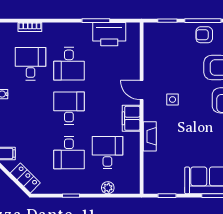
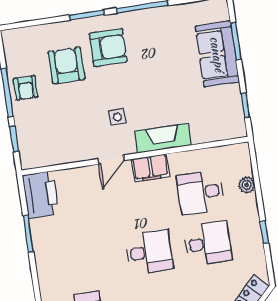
printer: (109, 34) -> (41, 195), moved
desk: (69, 64) -> (91, 261), removed
desk: (69, 108) -> (149, 252), turned 180
fireplace: (150, 136) -> (163, 138), width x1.37, depth x1.32

